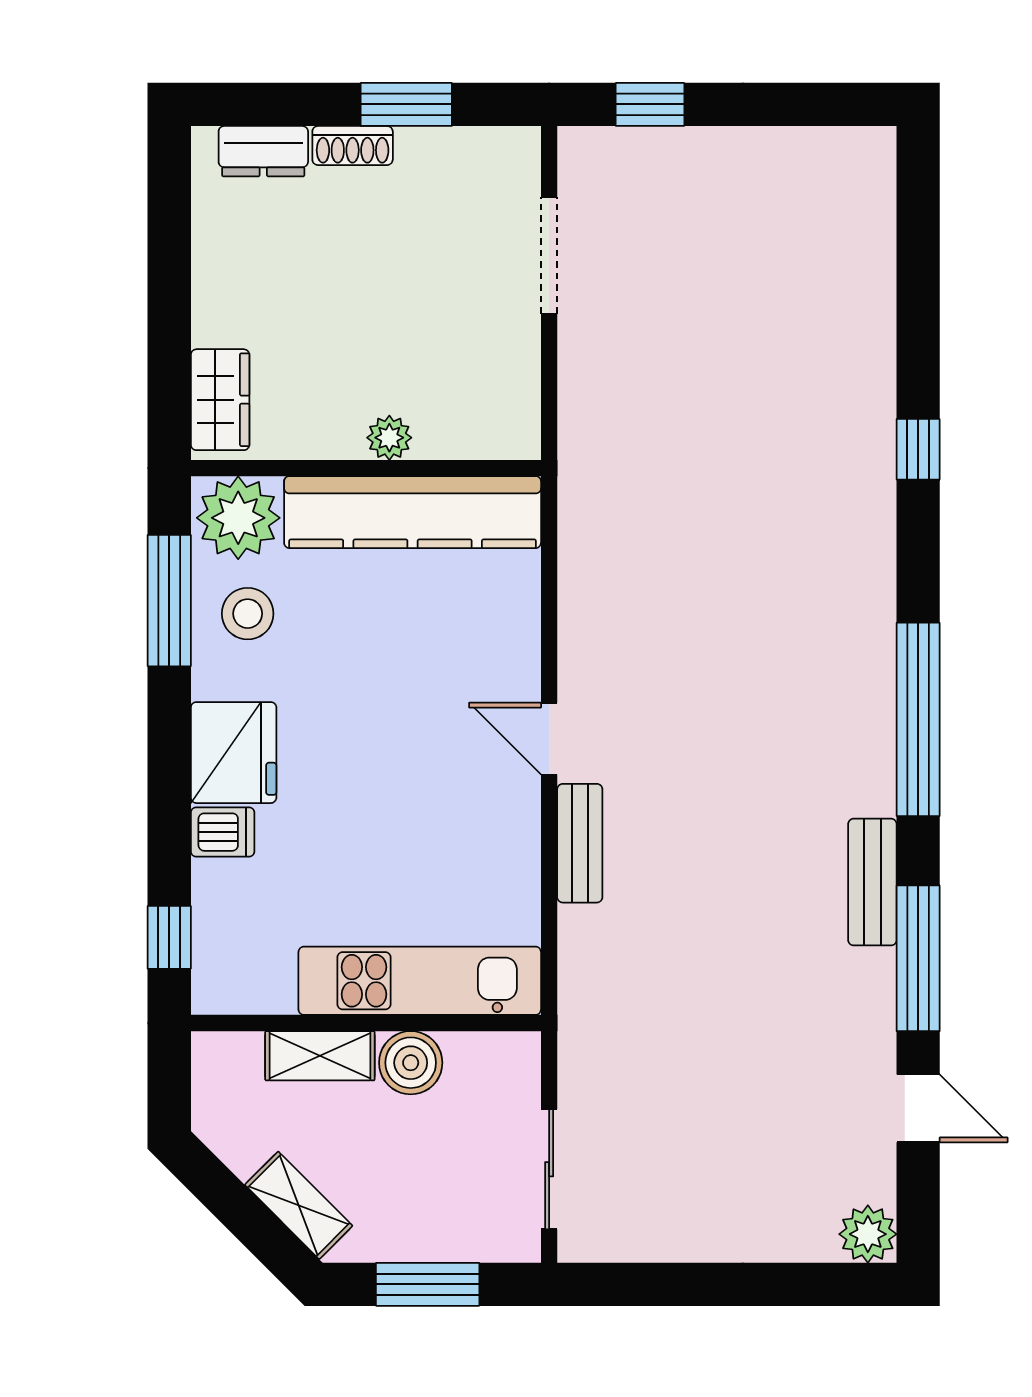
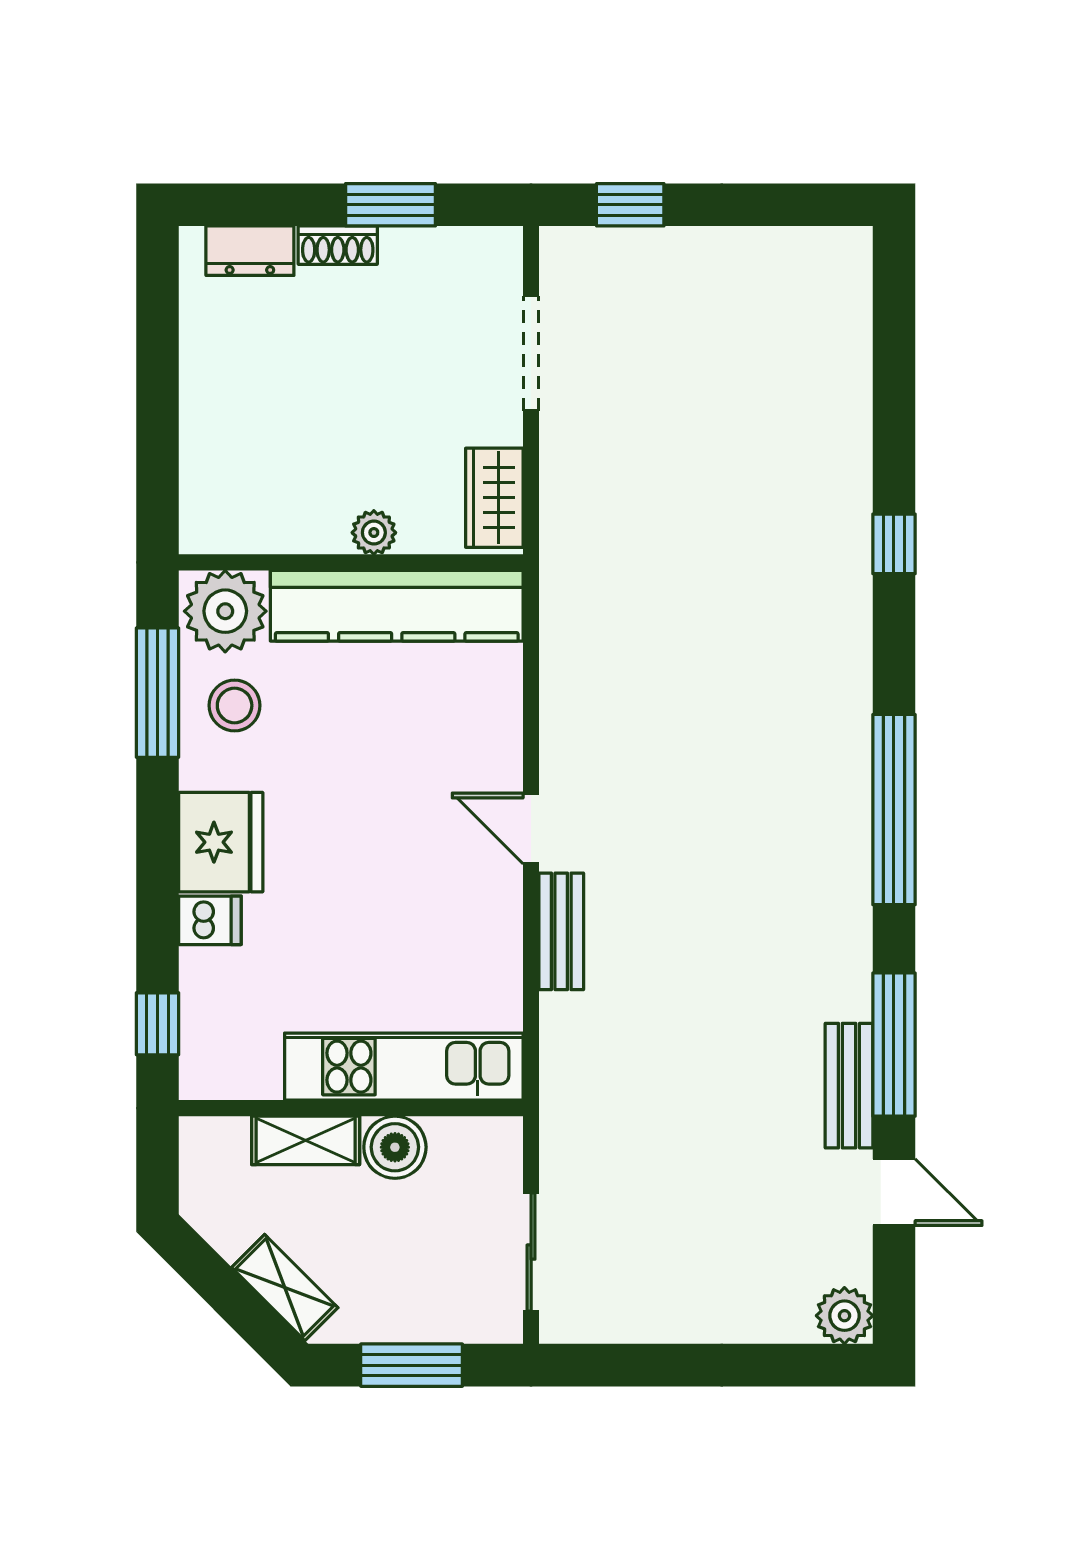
wardrobe: (220, 400) -> (494, 498), moved, turned 180
bench: (872, 882) -> (849, 1086), moved

